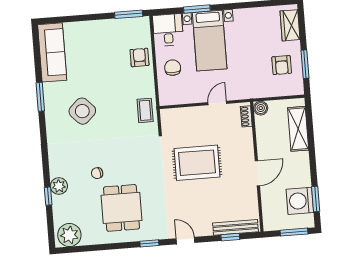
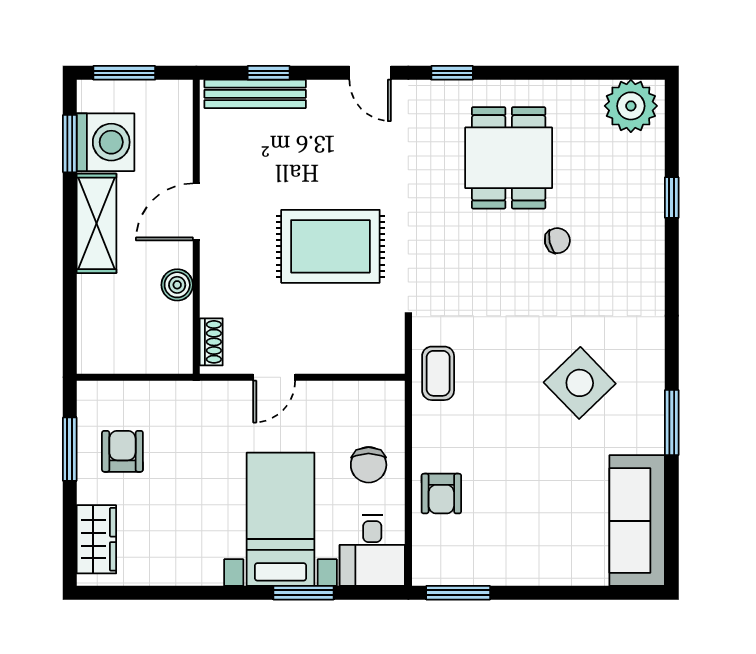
boiler: (261, 108) -> (177, 285), moved
shelving: (298, 129) -> (96, 223), moved
plant: (59, 186) -> (646, 218), removed

